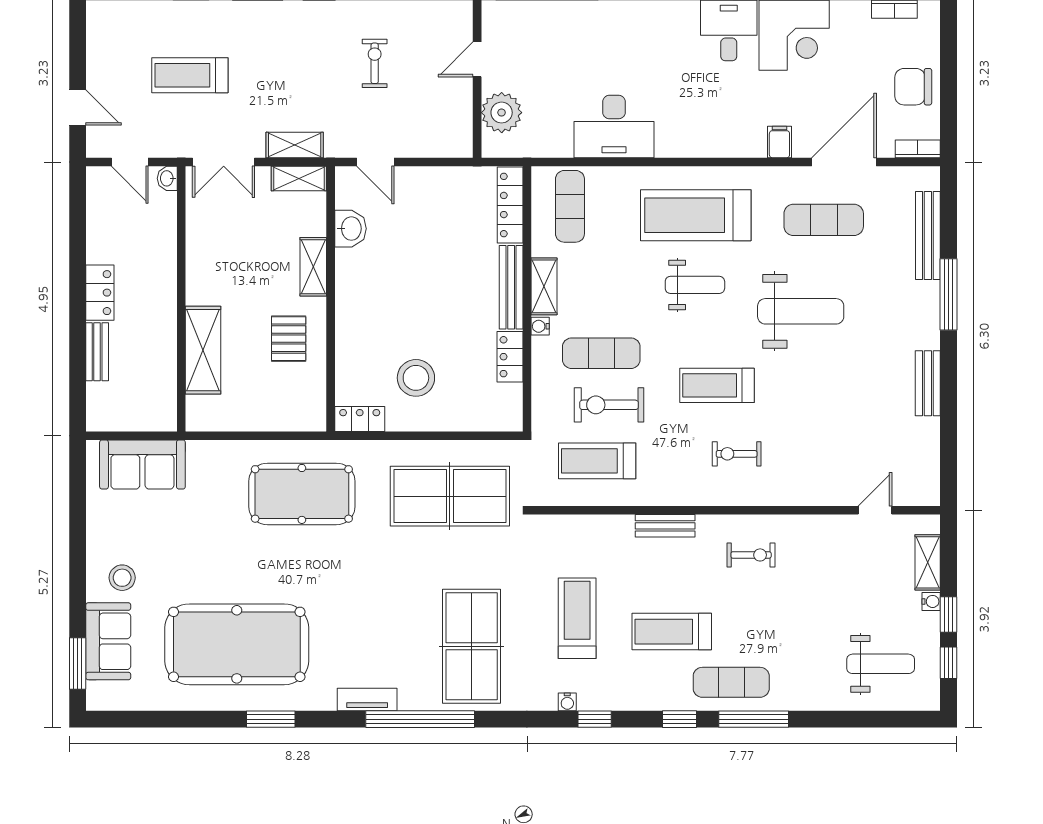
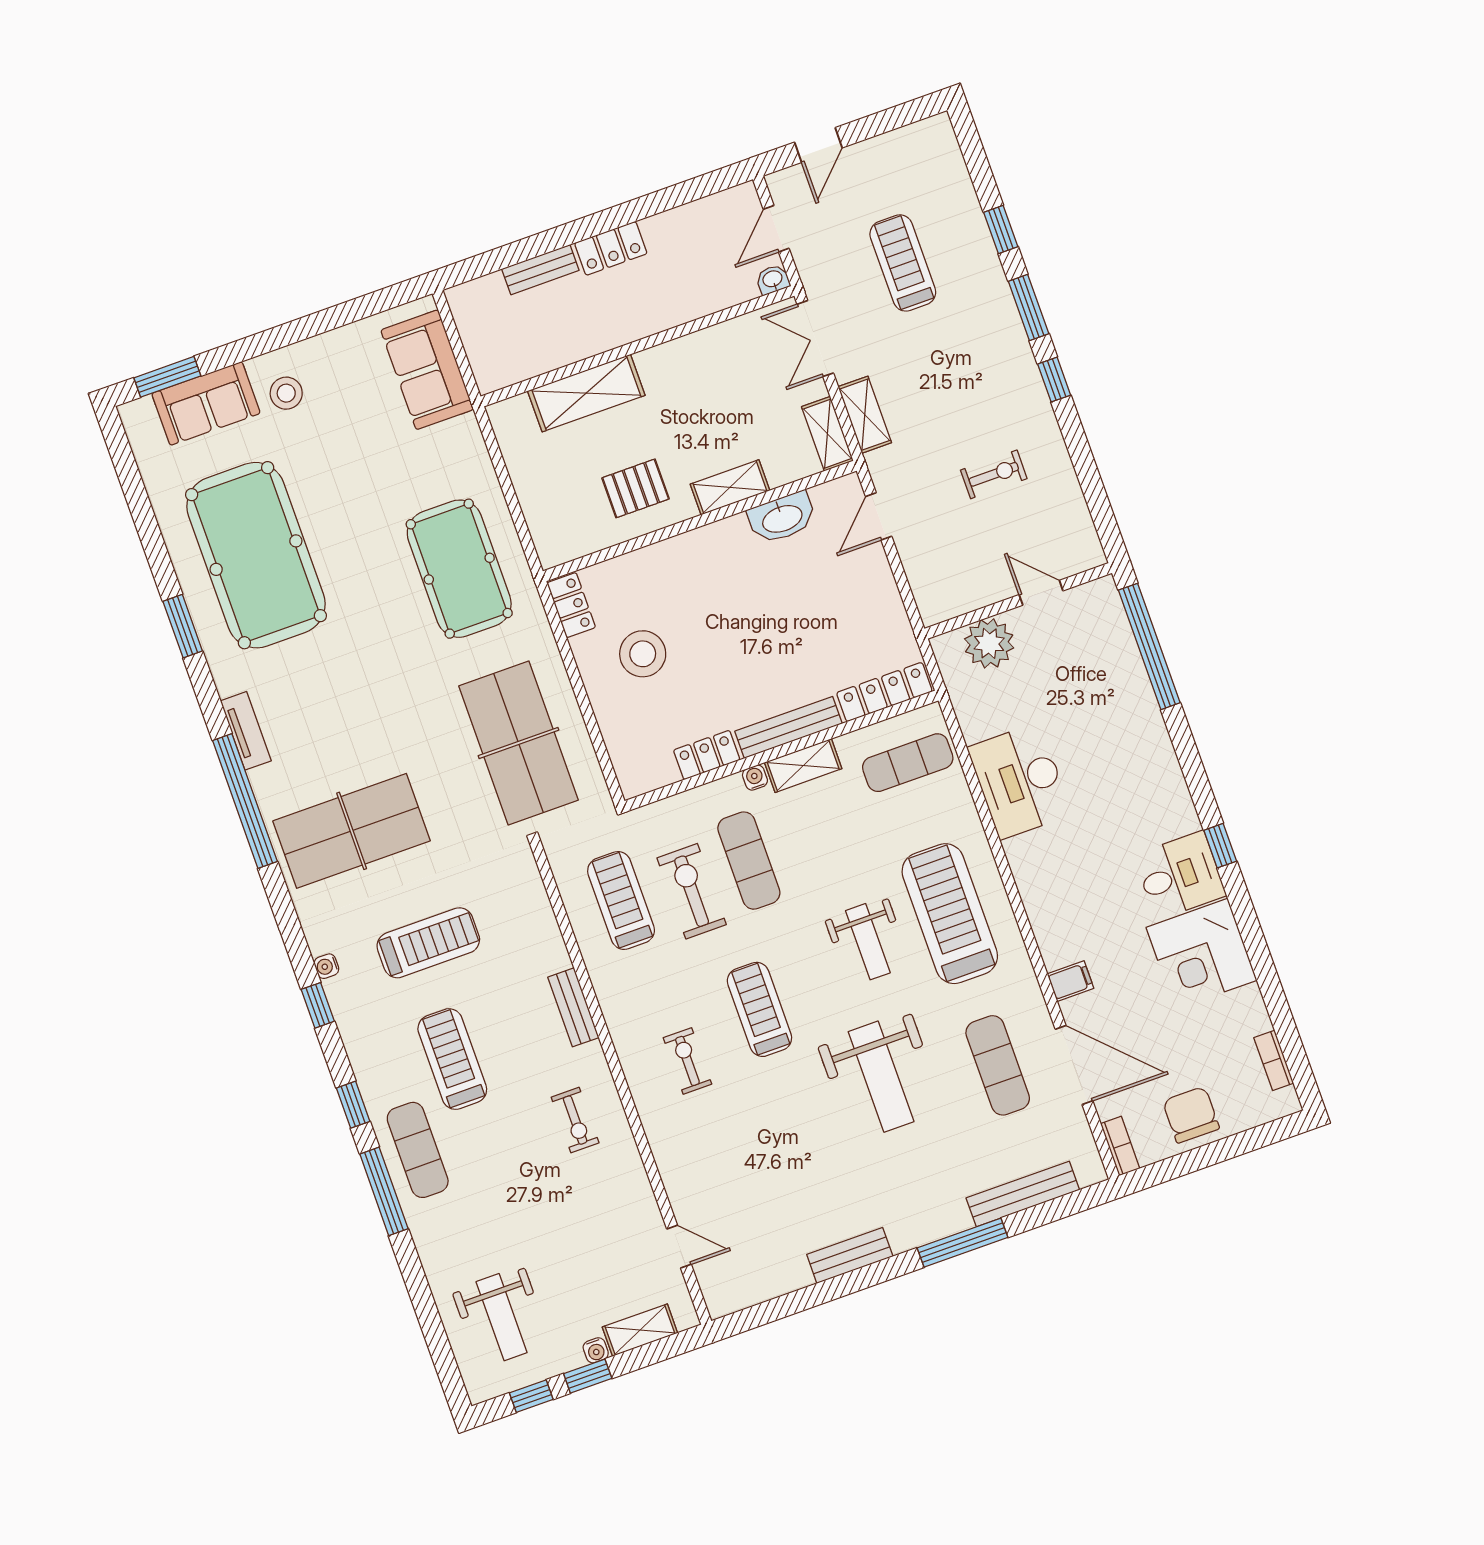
washbasin: (350, 229) -> (782, 518), width x1.38

